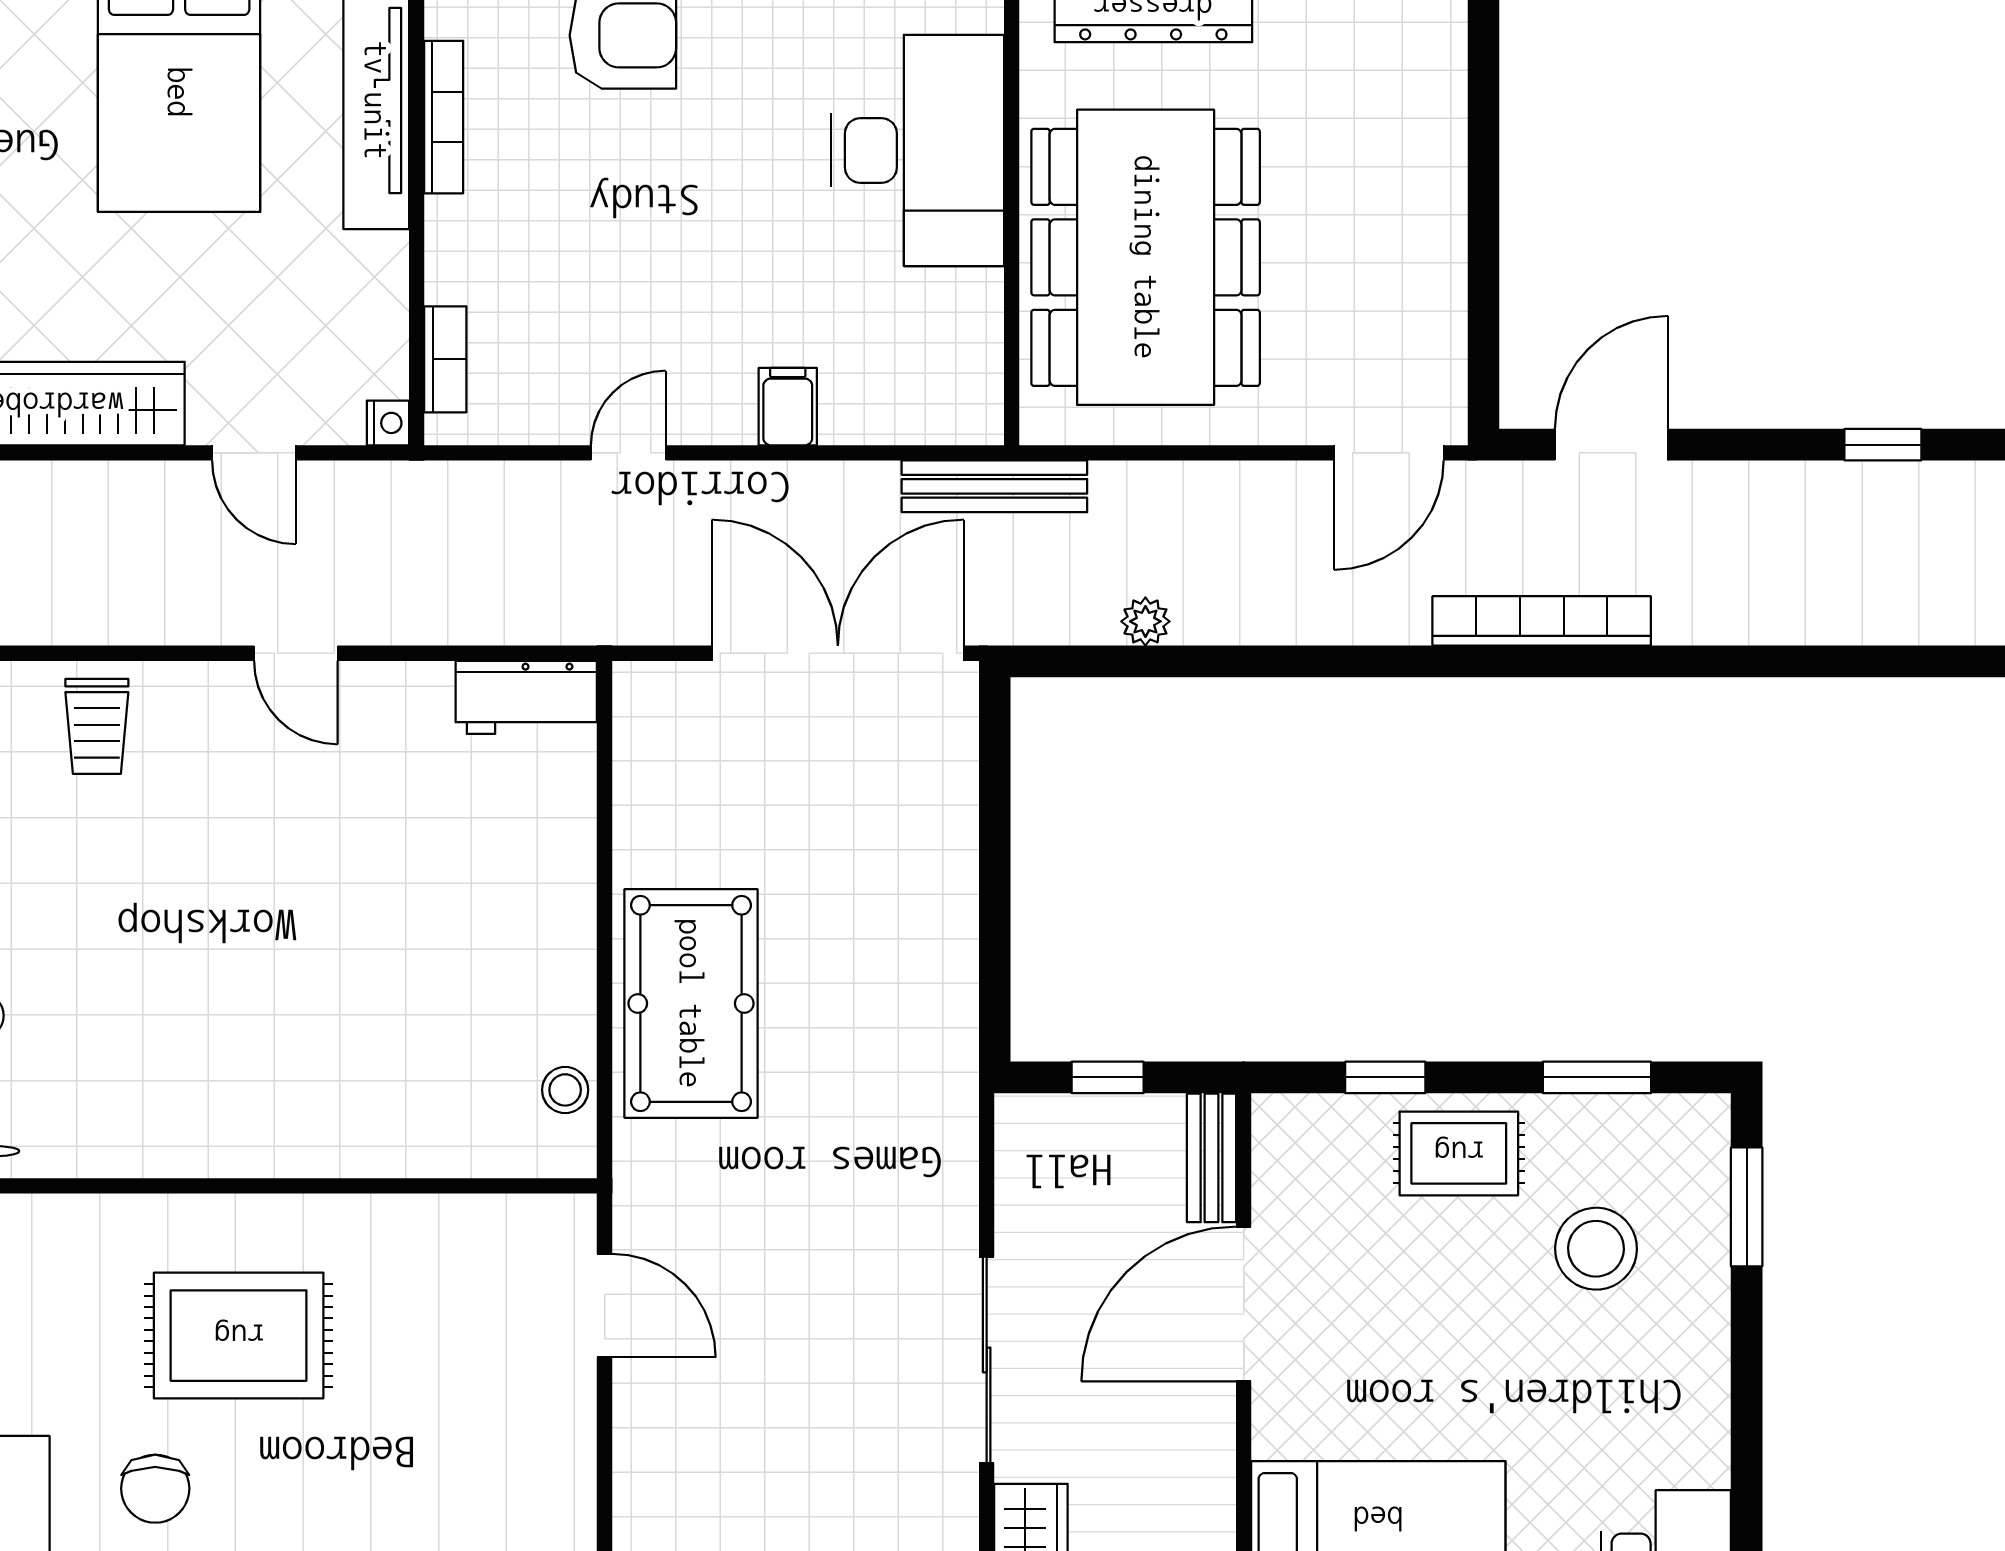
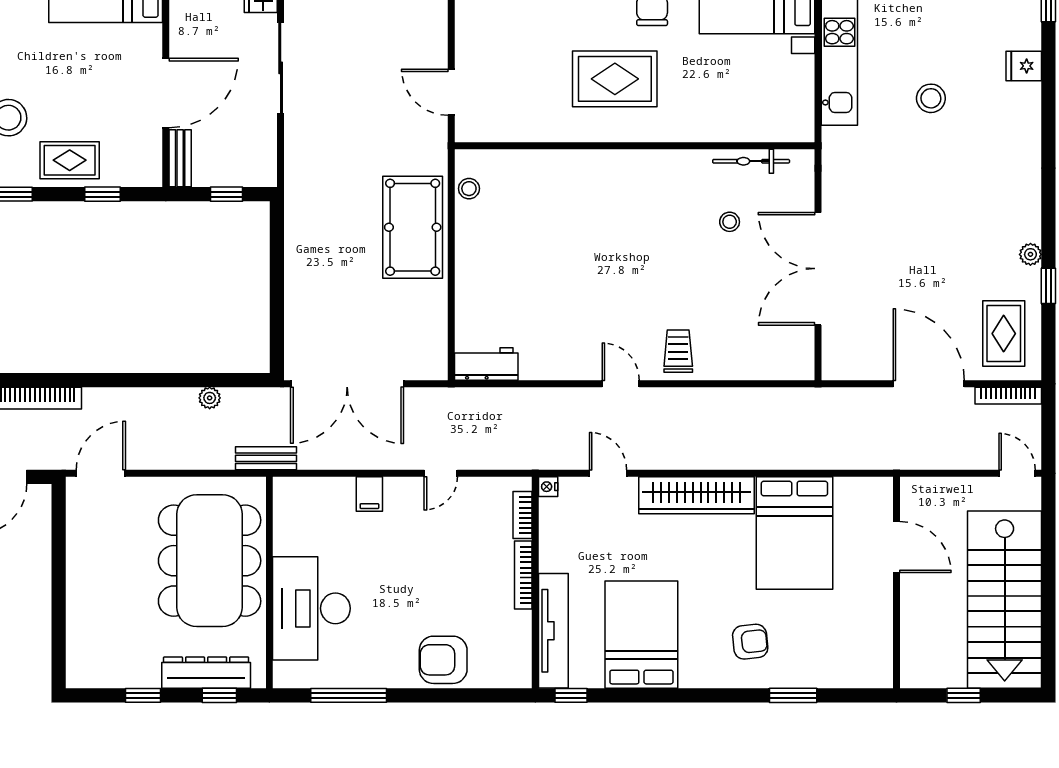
bookcase: (444, 117) -> (523, 575), moved
bench: (994, 486) -> (266, 458), width x0.73
door: (296, 653) -> (621, 384), moved

